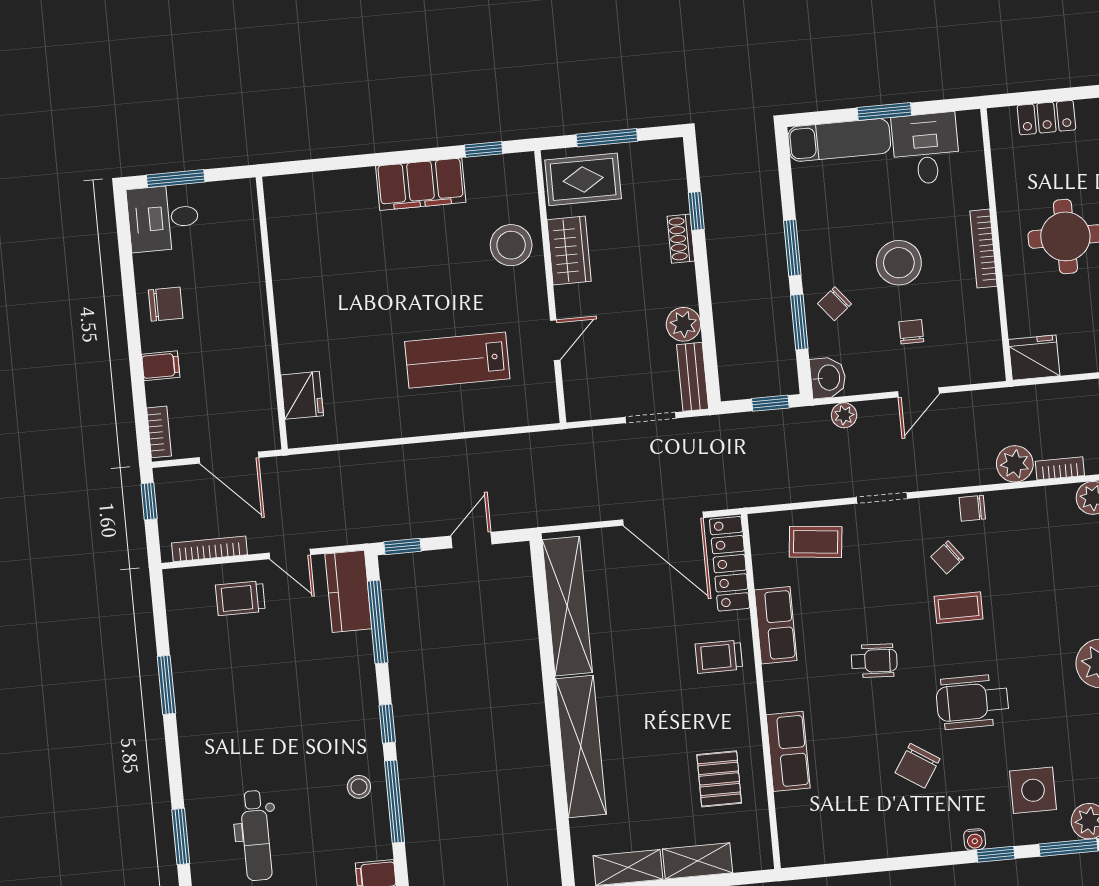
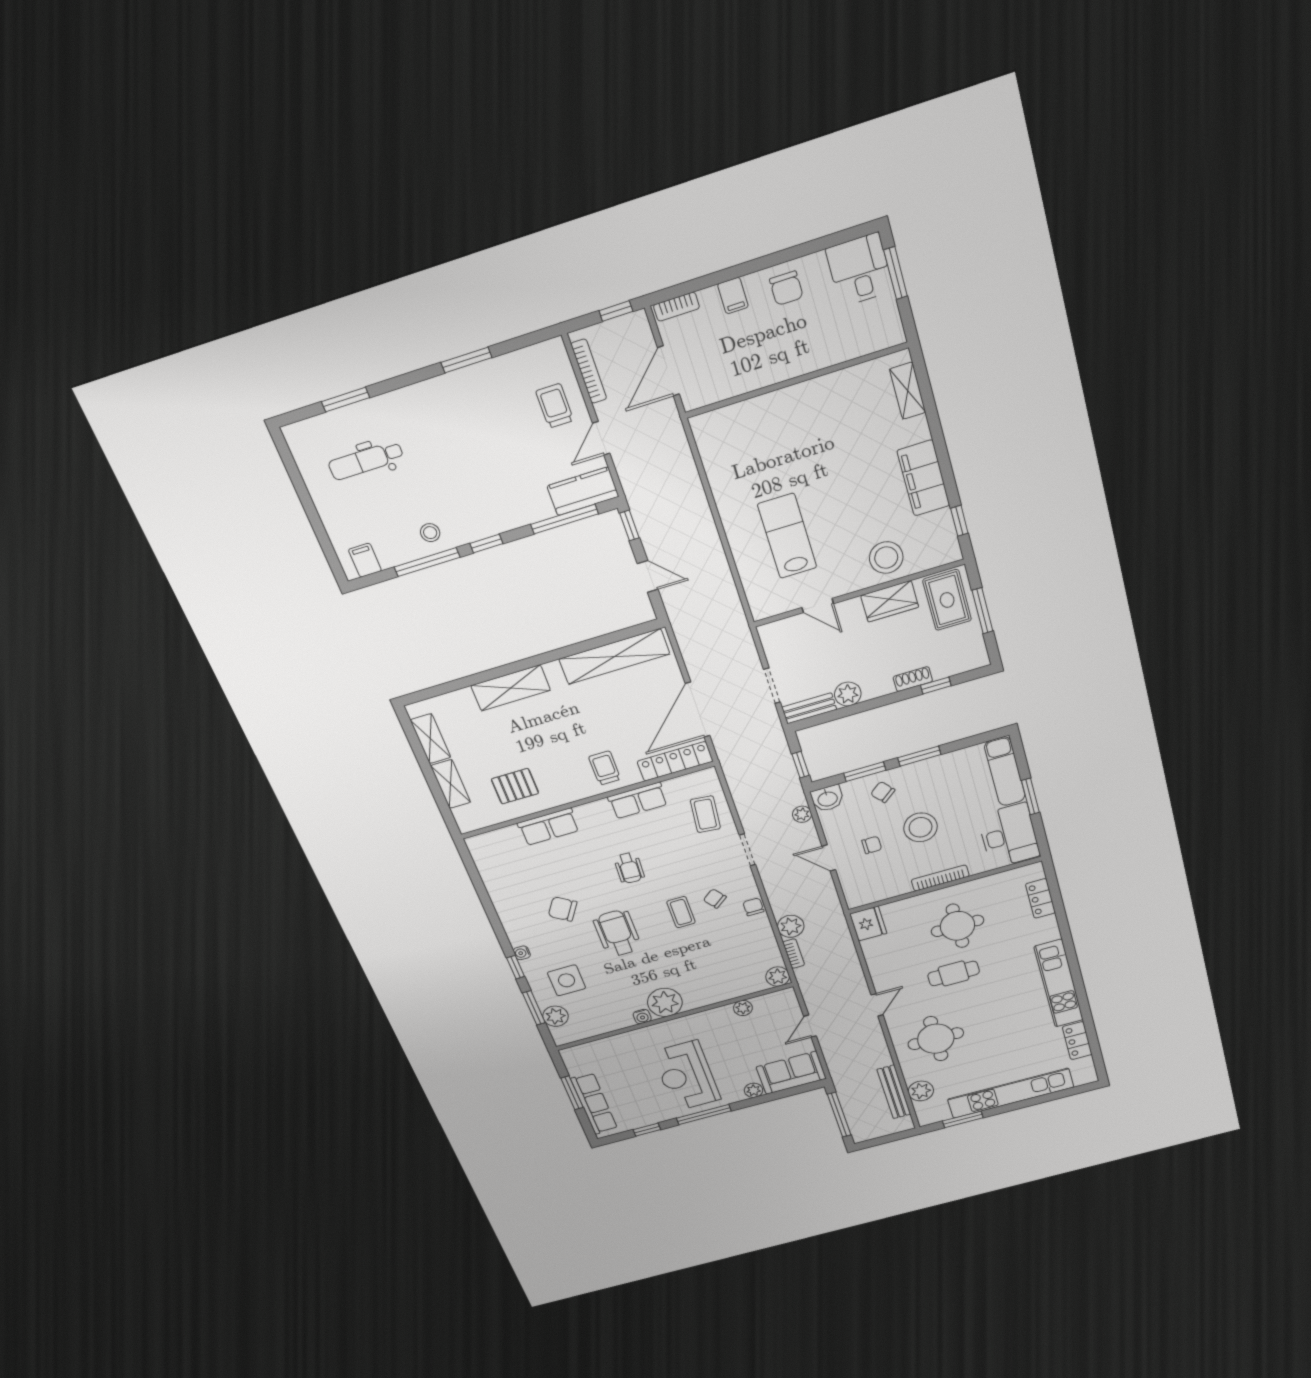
desk: (926, 149) -> (1009, 836), width x1.37
shelving: (312, 186) -> (908, 391), added
fridge: (302, 395) -> (733, 420), removed
shelving: (581, 746) -> (511, 688), width x0.68

